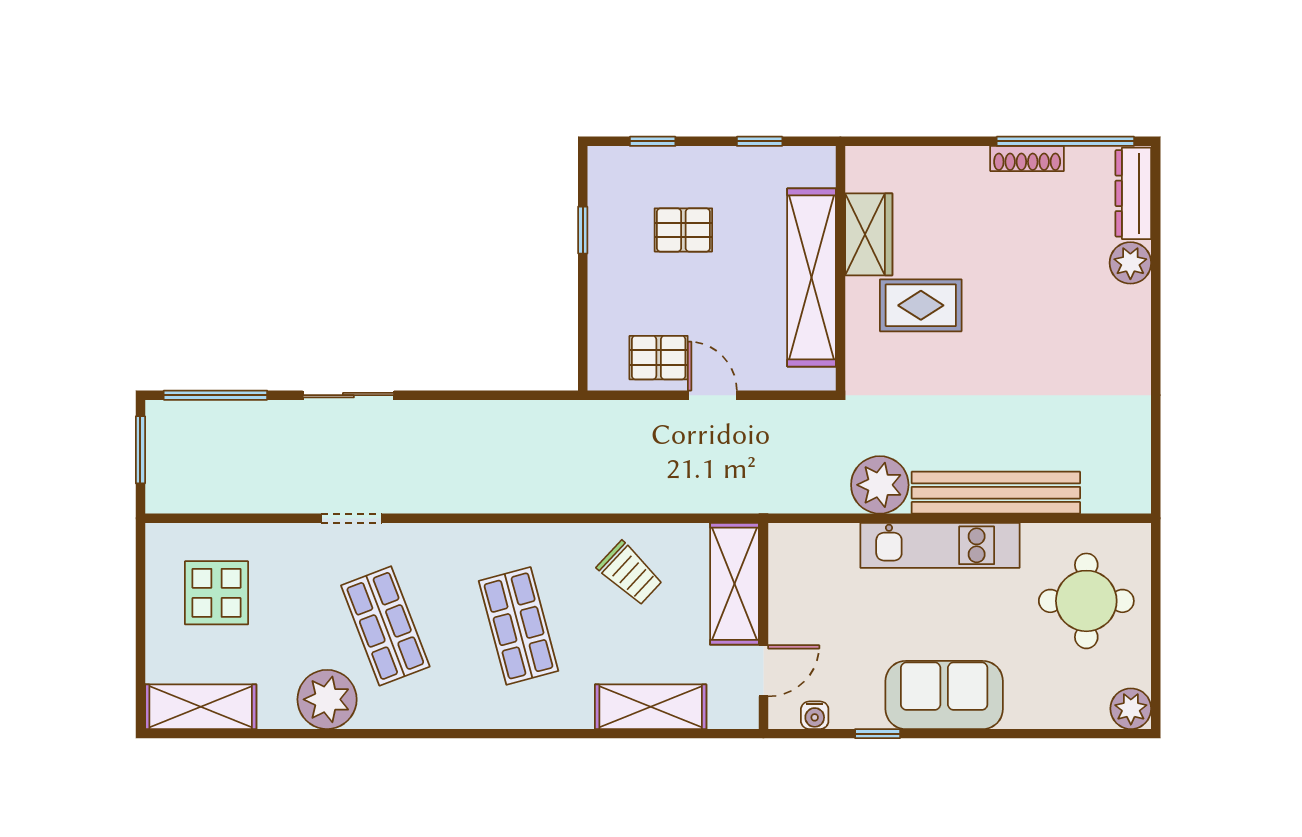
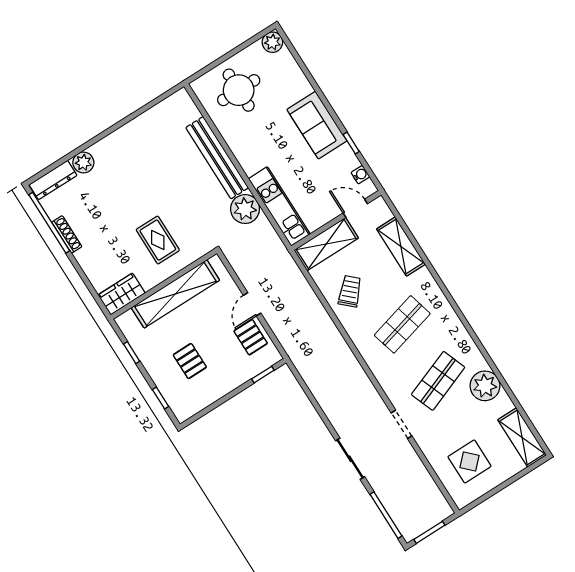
window: (583, 230) -> (263, 375), moved
wardrobe: (869, 234) -> (122, 294), moved
kitchen unit: (940, 545) -> (279, 206), moved

